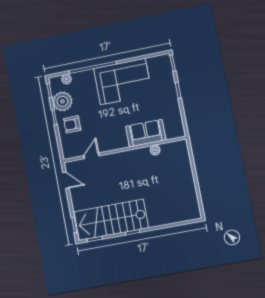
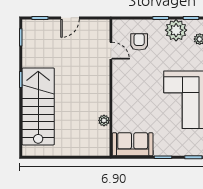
armchair: (72, 124) -> (139, 42), moved
sofa: (146, 133) -> (133, 144), moved, turned -90
door: (66, 180) -> (70, 18), moved
stairs: (111, 220) -> (38, 106), moved

